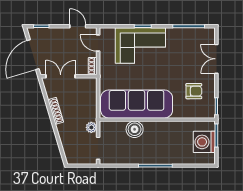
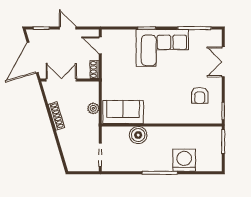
door: (78, 26) -> (68, 28), moved
corner sofa: (140, 45) -> (162, 48), moved
armchair: (194, 91) -> (200, 95), turned 90
sofa: (137, 104) -> (123, 112), width x0.54, depth x0.79
plant: (91, 127) -> (93, 108), moved
washing machine: (204, 142) -> (184, 160), moved, turned 90

